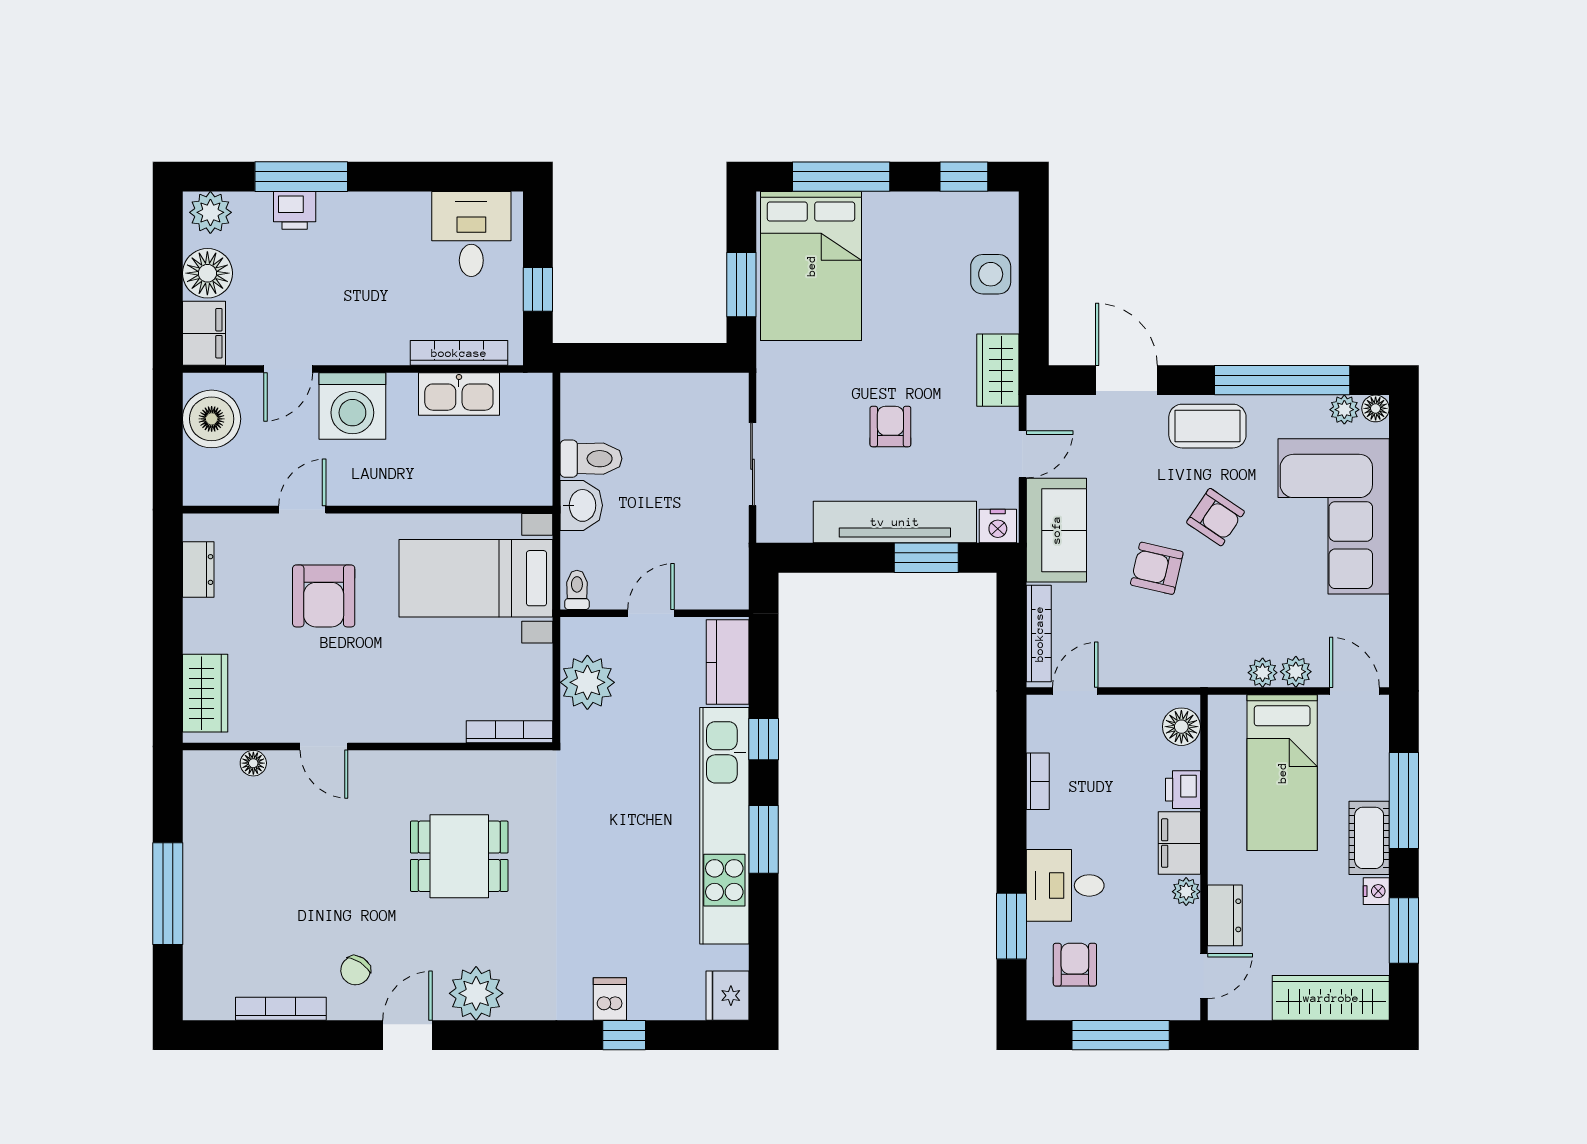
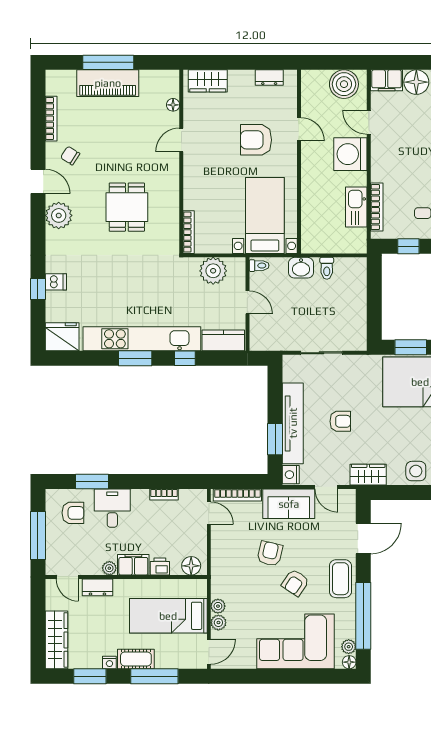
toilet: (591, 459) -> (327, 268), width x0.73, depth x0.72
piano: (210, 895) -> (108, 83), added
fridge: (727, 996) -> (62, 337), width x1.36, depth x1.34

